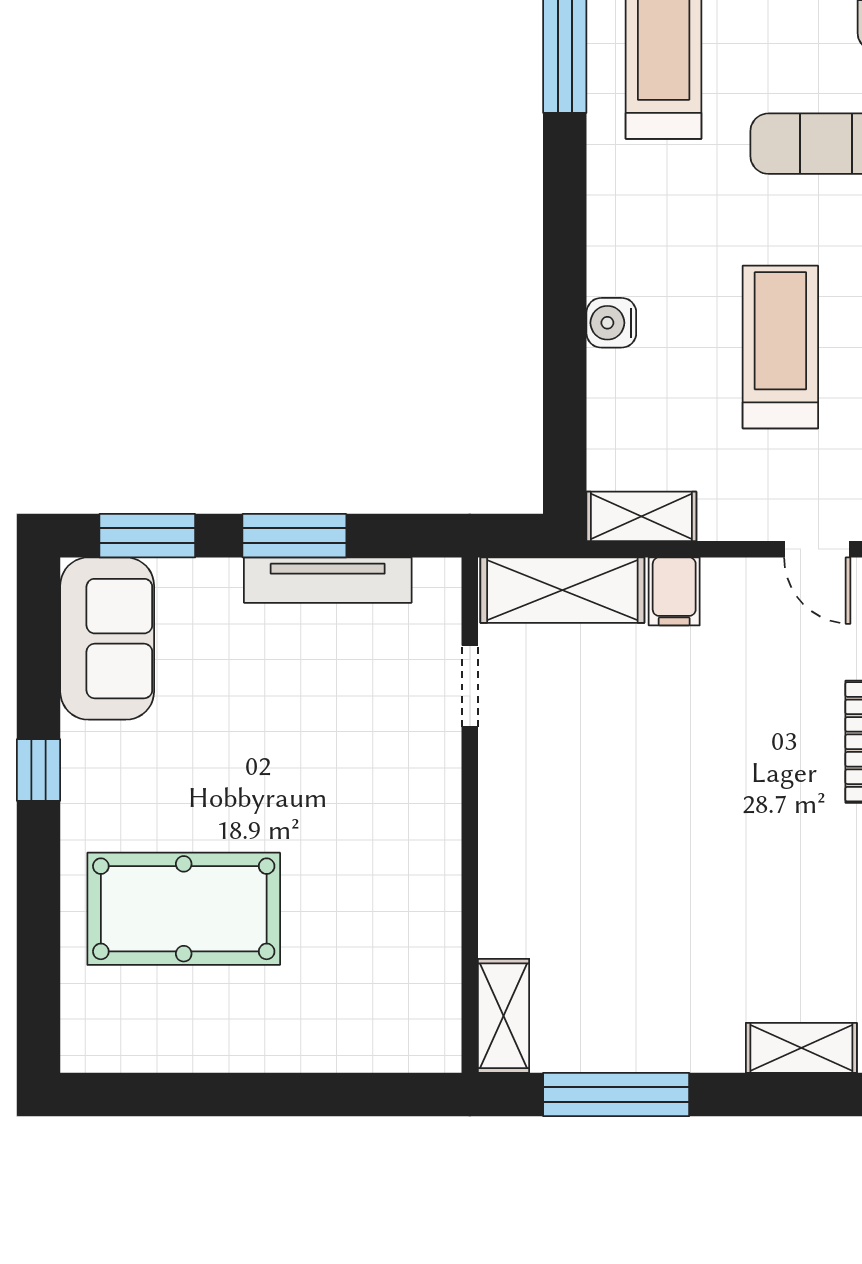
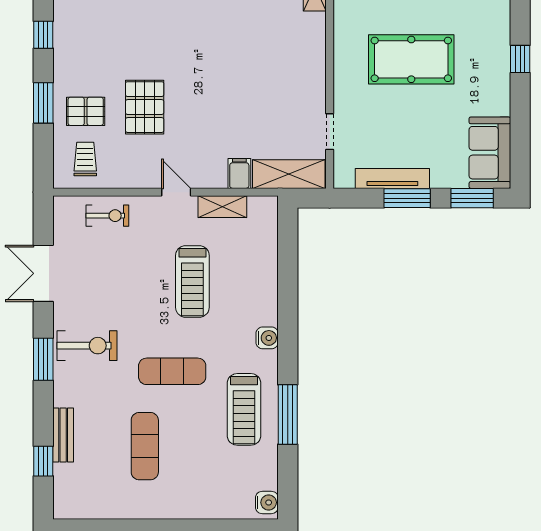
water cooler: (611, 323) -> (267, 338), moved
shelving: (641, 516) -> (222, 207), moved
window: (39, 770) -> (520, 59), moved
pool table: (184, 909) -> (411, 59), moved

